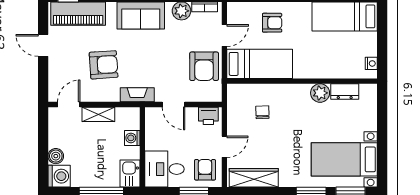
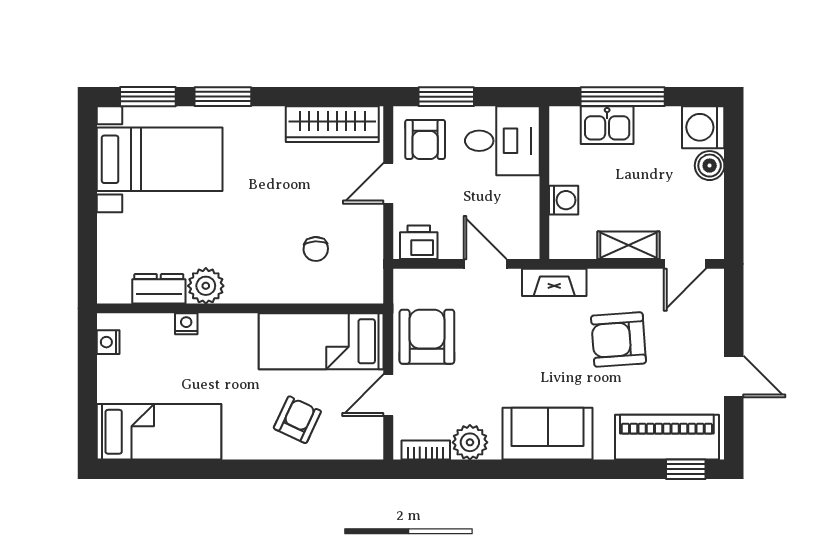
armchair: (272, 23) -> (297, 420), turned 115
nightstand: (330, 73) -> (186, 324), added
kitchen sink: (130, 173) -> (607, 125), moved, turned 90

